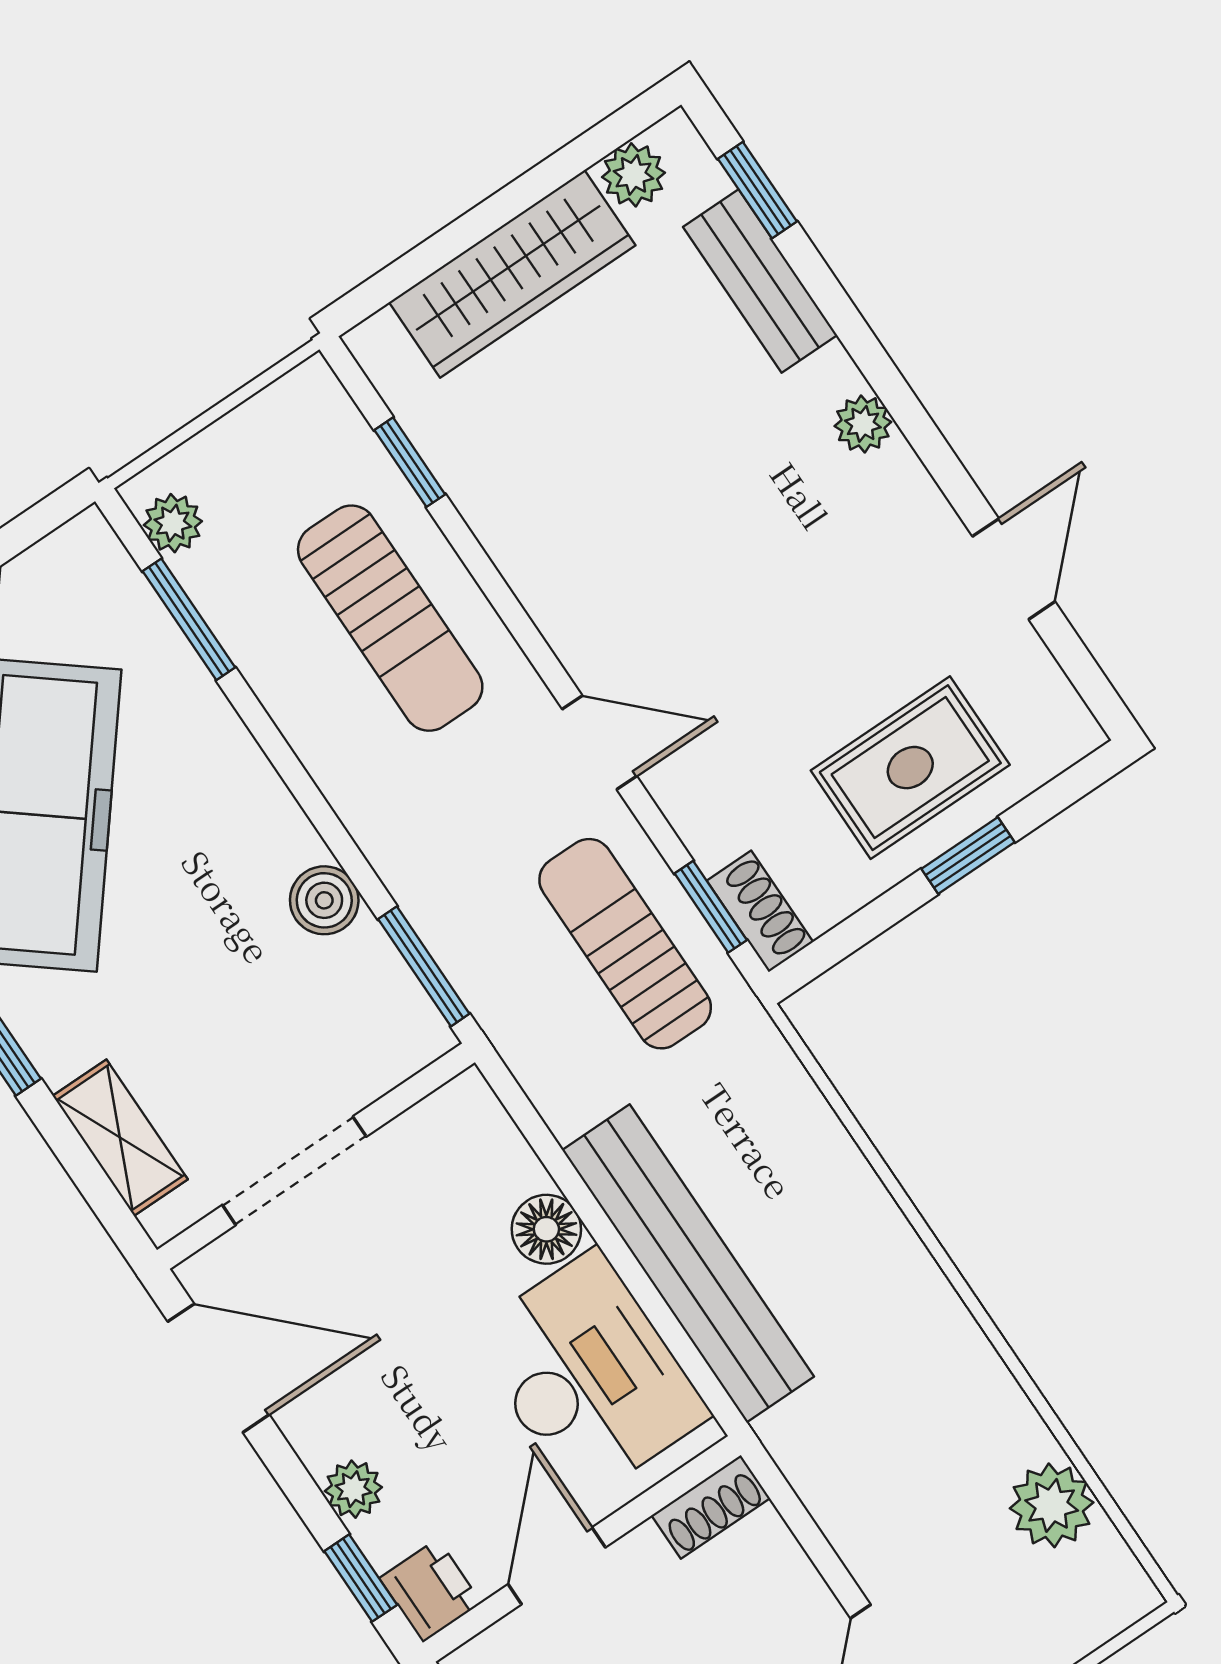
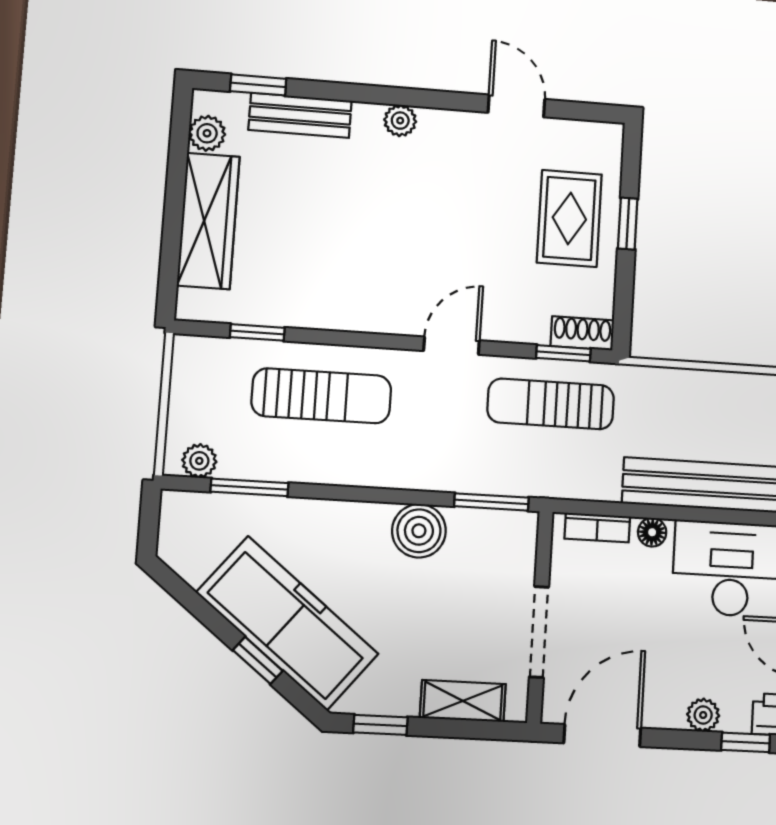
boiler: (324, 900) -> (419, 531), width x1.36, depth x1.36
bookcase: (501, 1142) -> (597, 528), added
floor lamp: (546, 1229) -> (652, 532), width x0.73, depth x0.73

